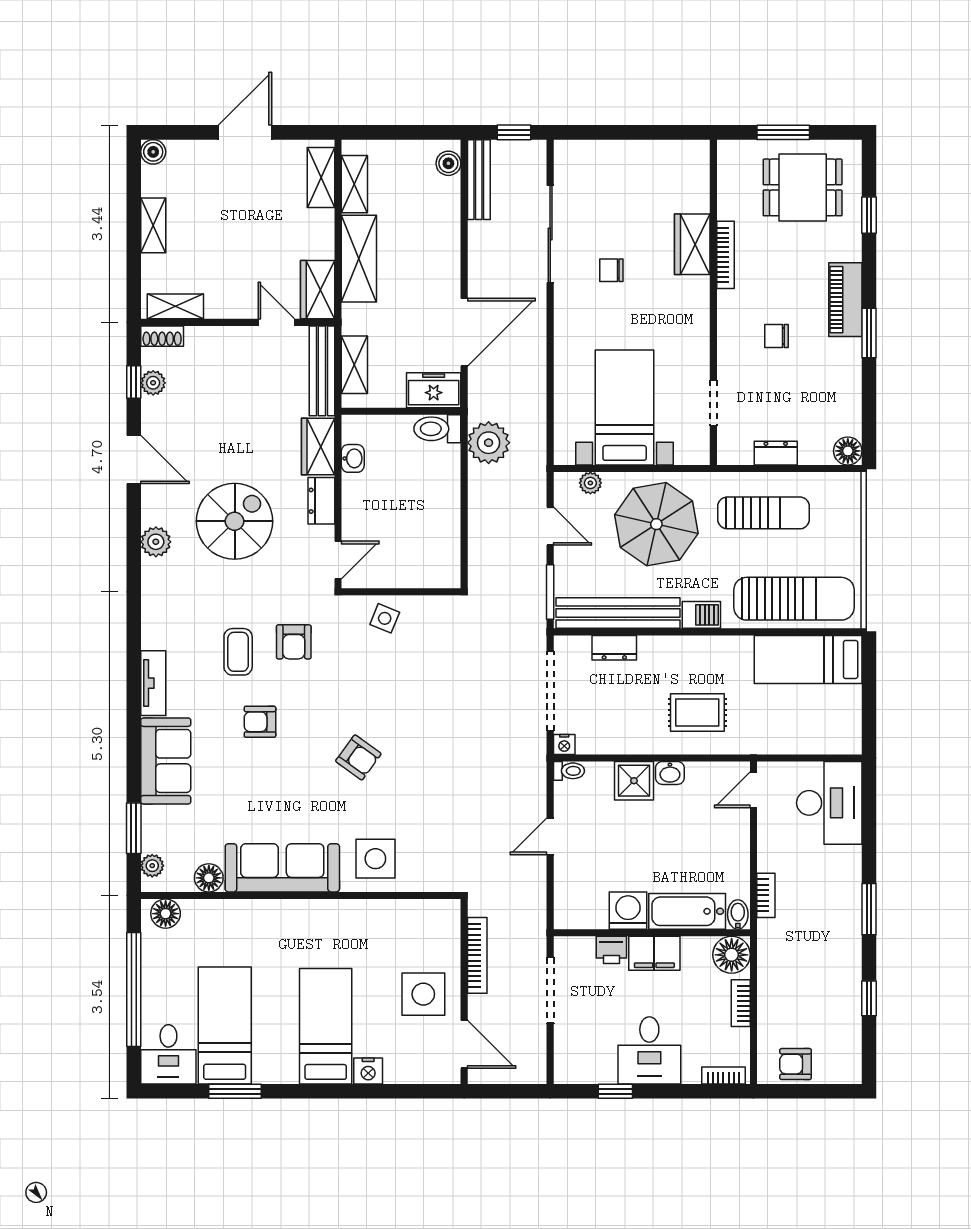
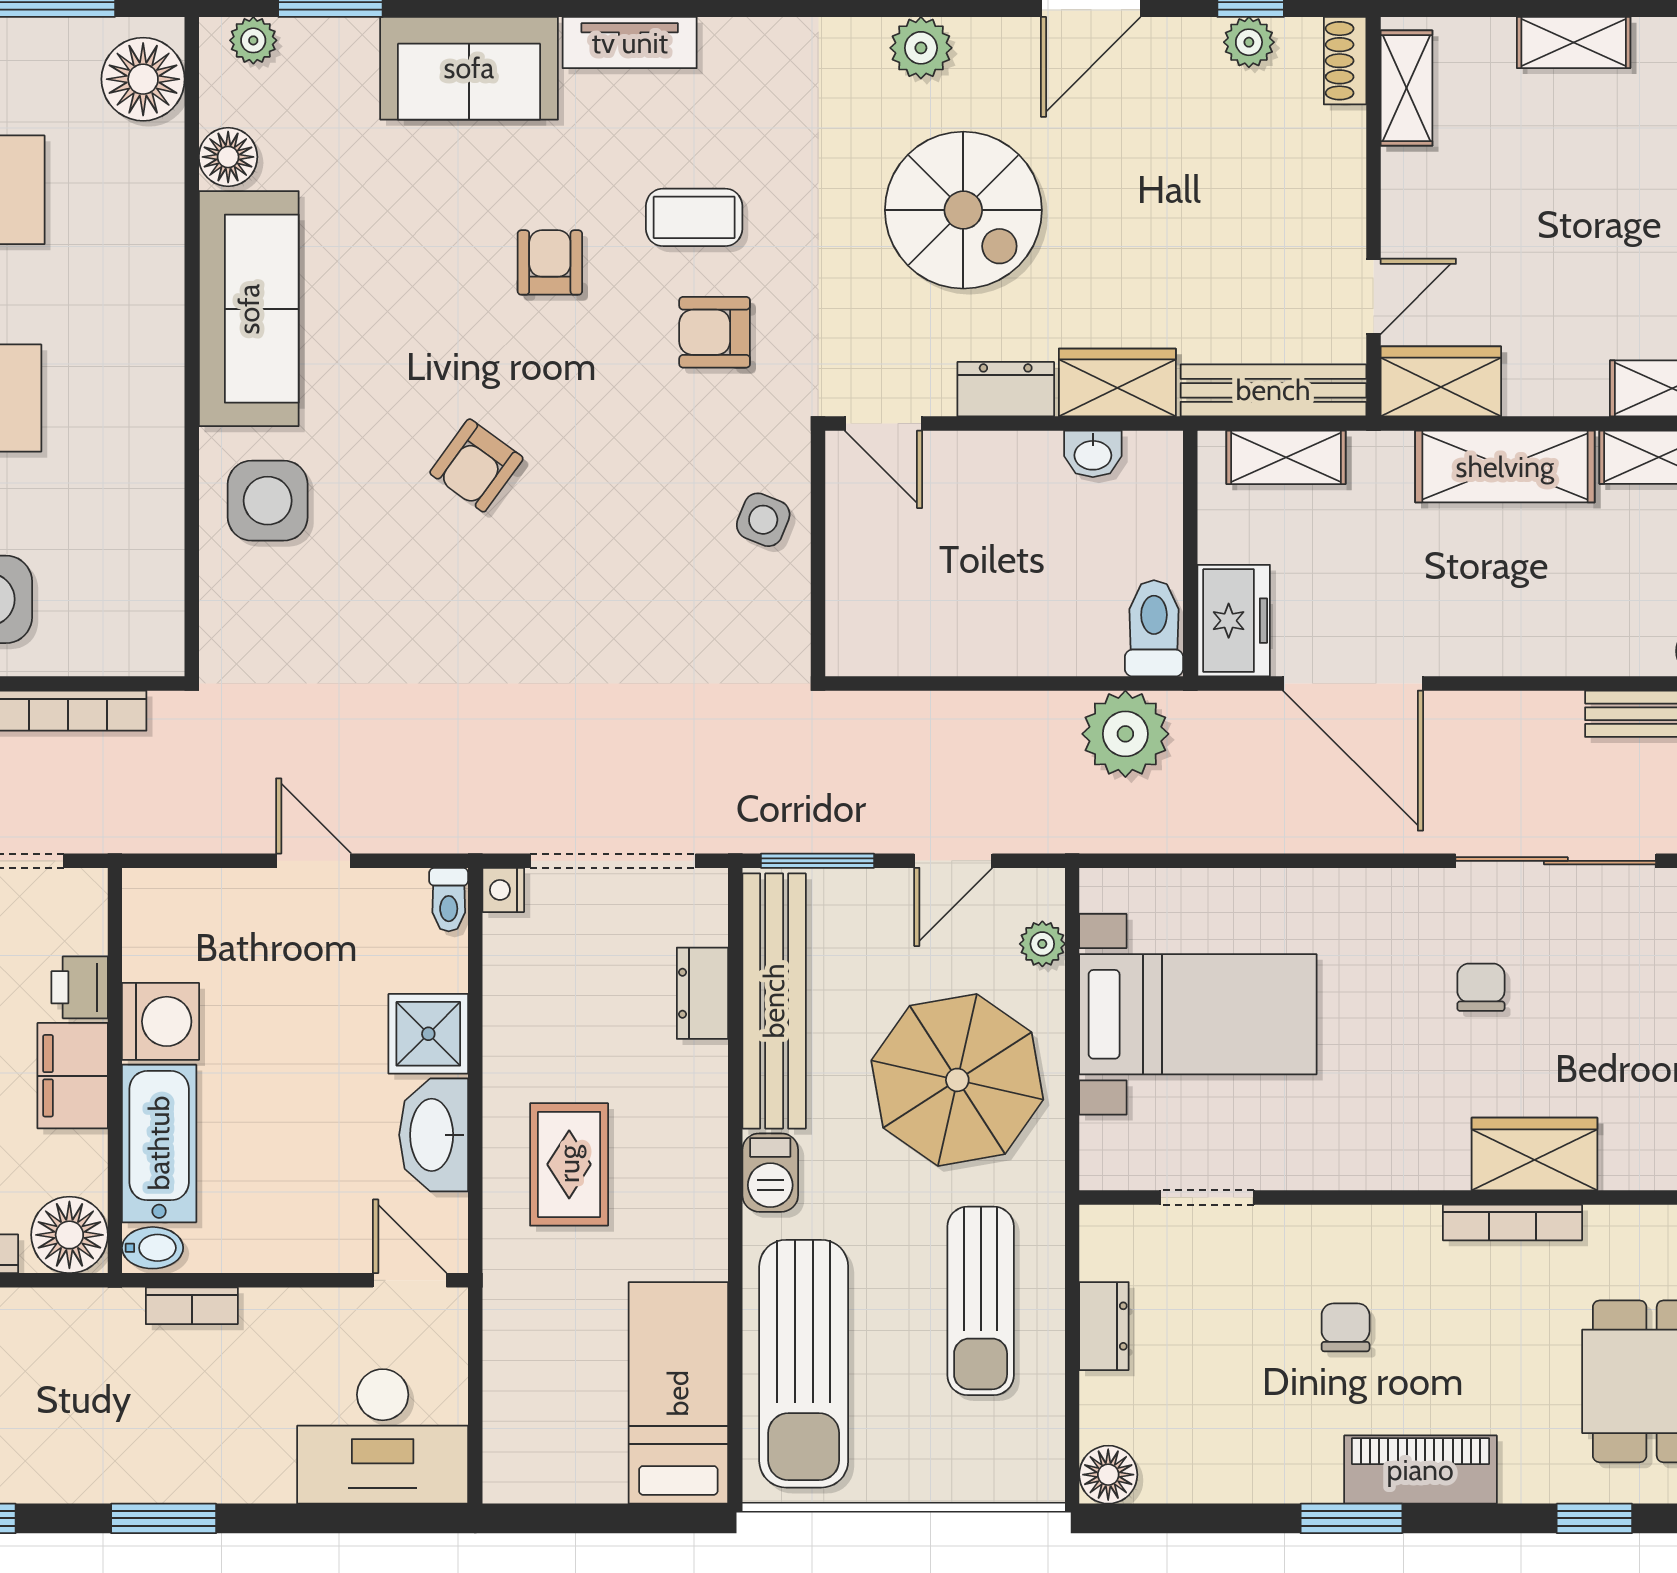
washbasin: (670, 773) -> (434, 1135), width x1.91, depth x1.45
floor lamp: (166, 914) -> (143, 79), width x1.38, depth x1.38

